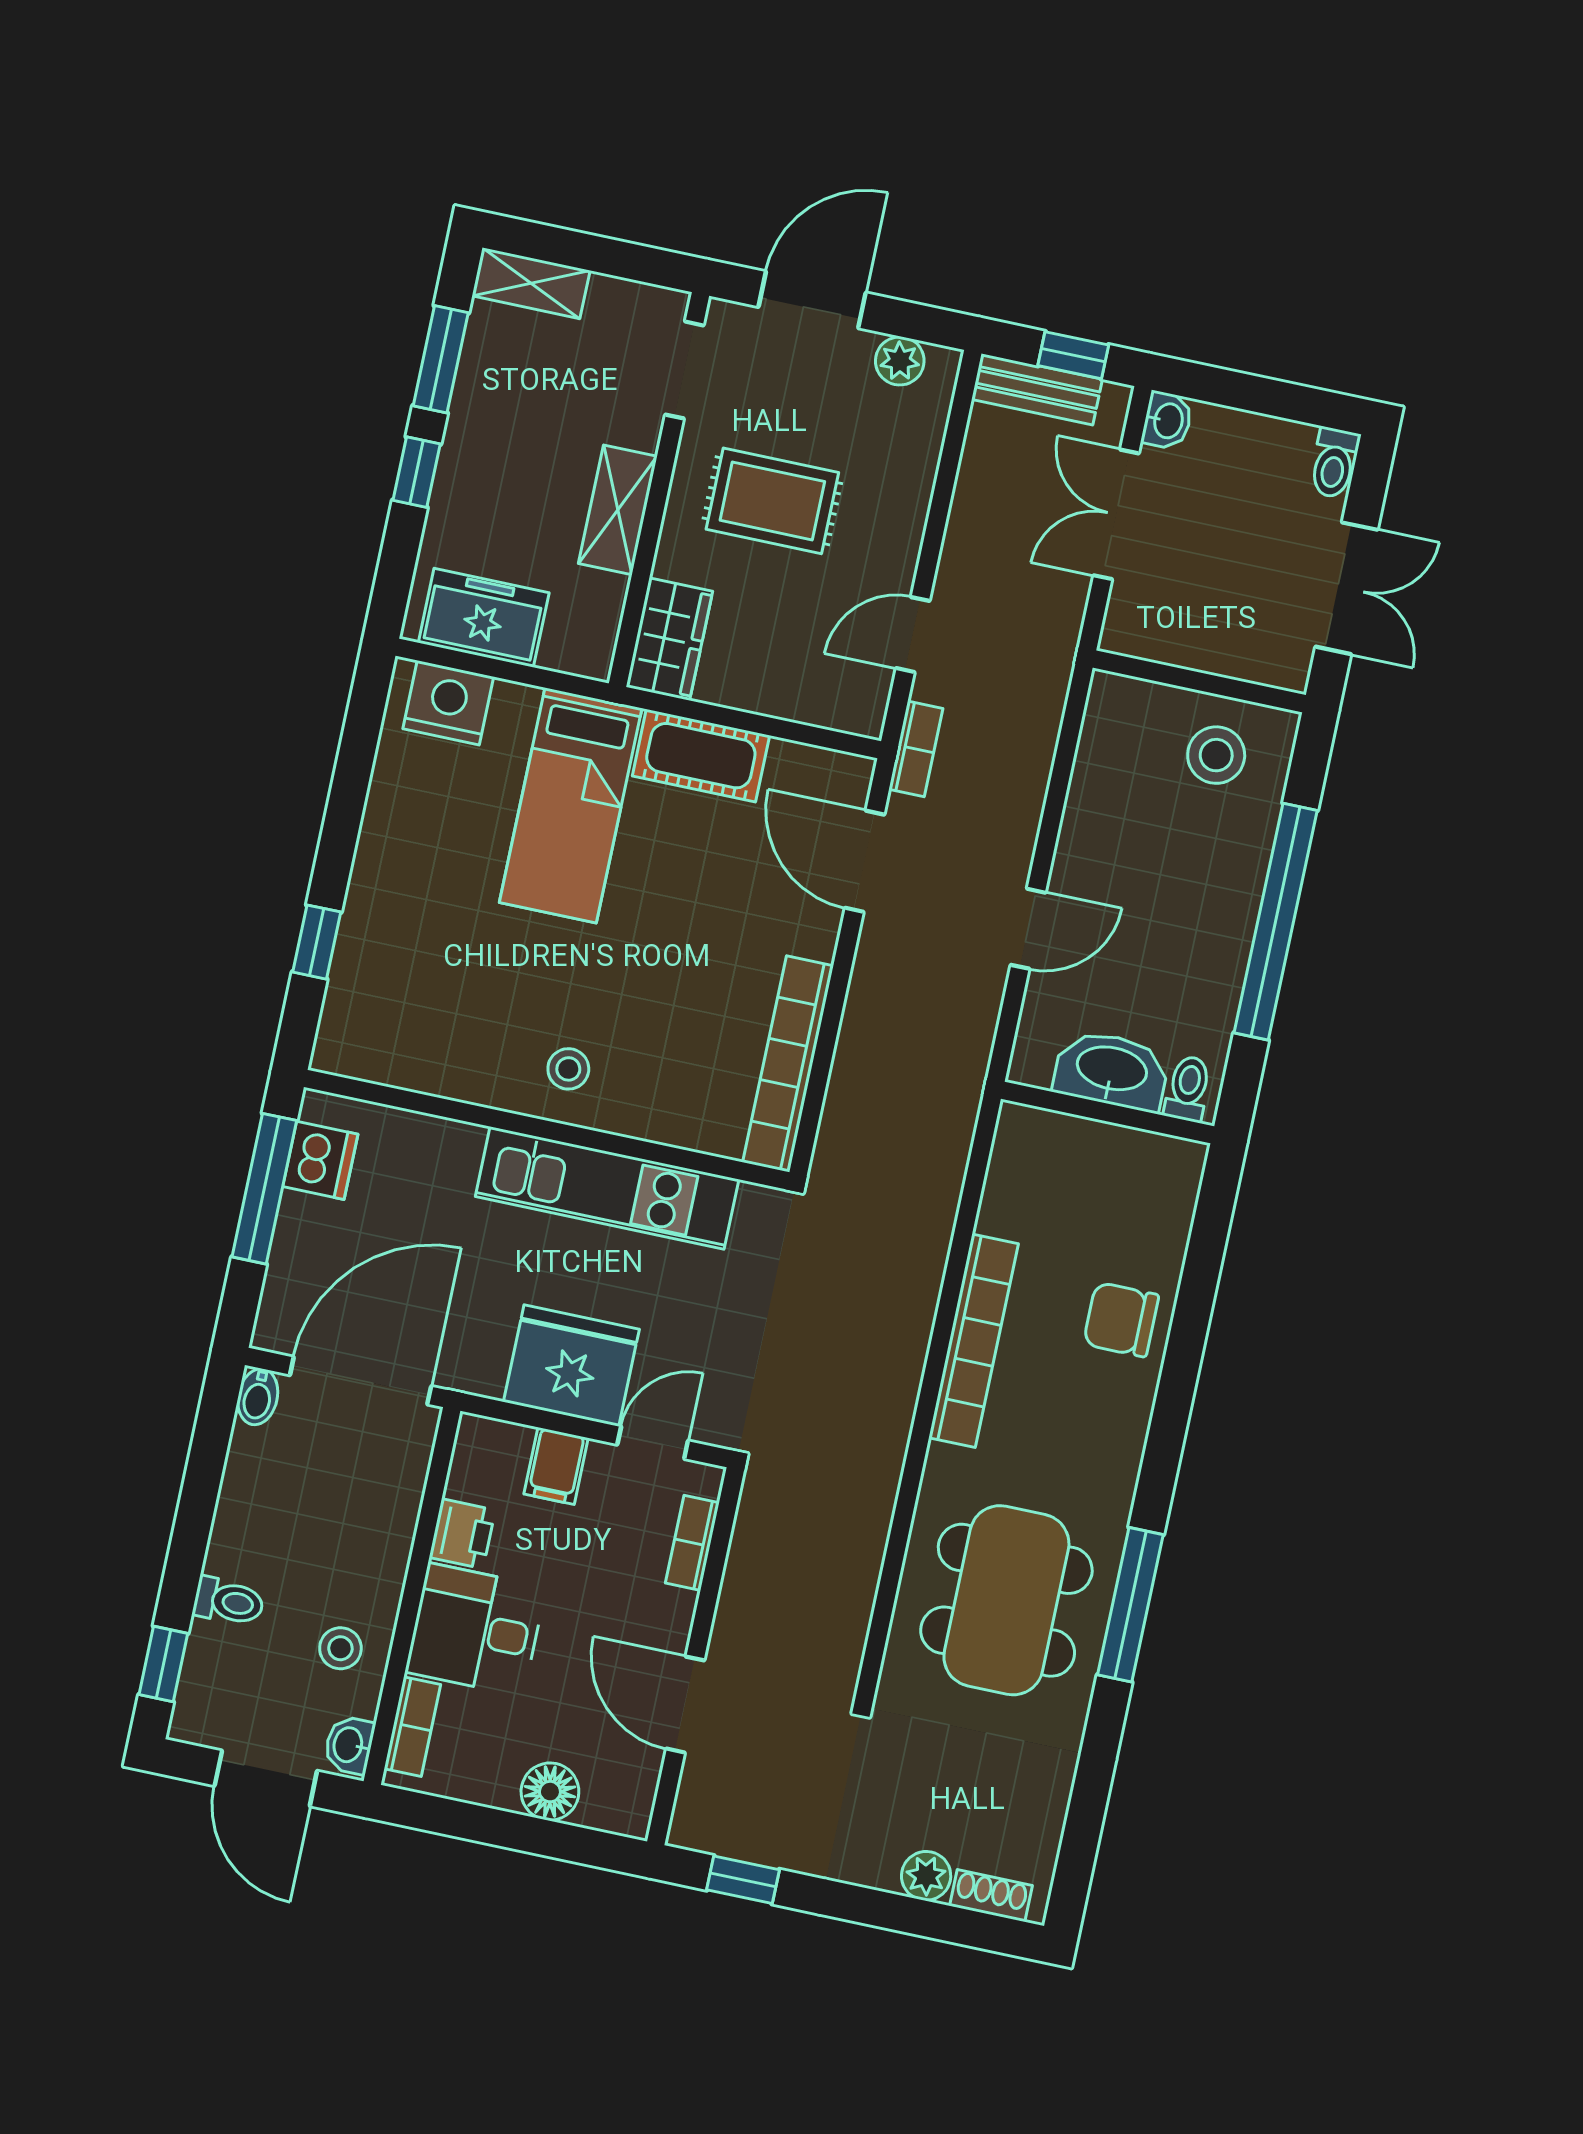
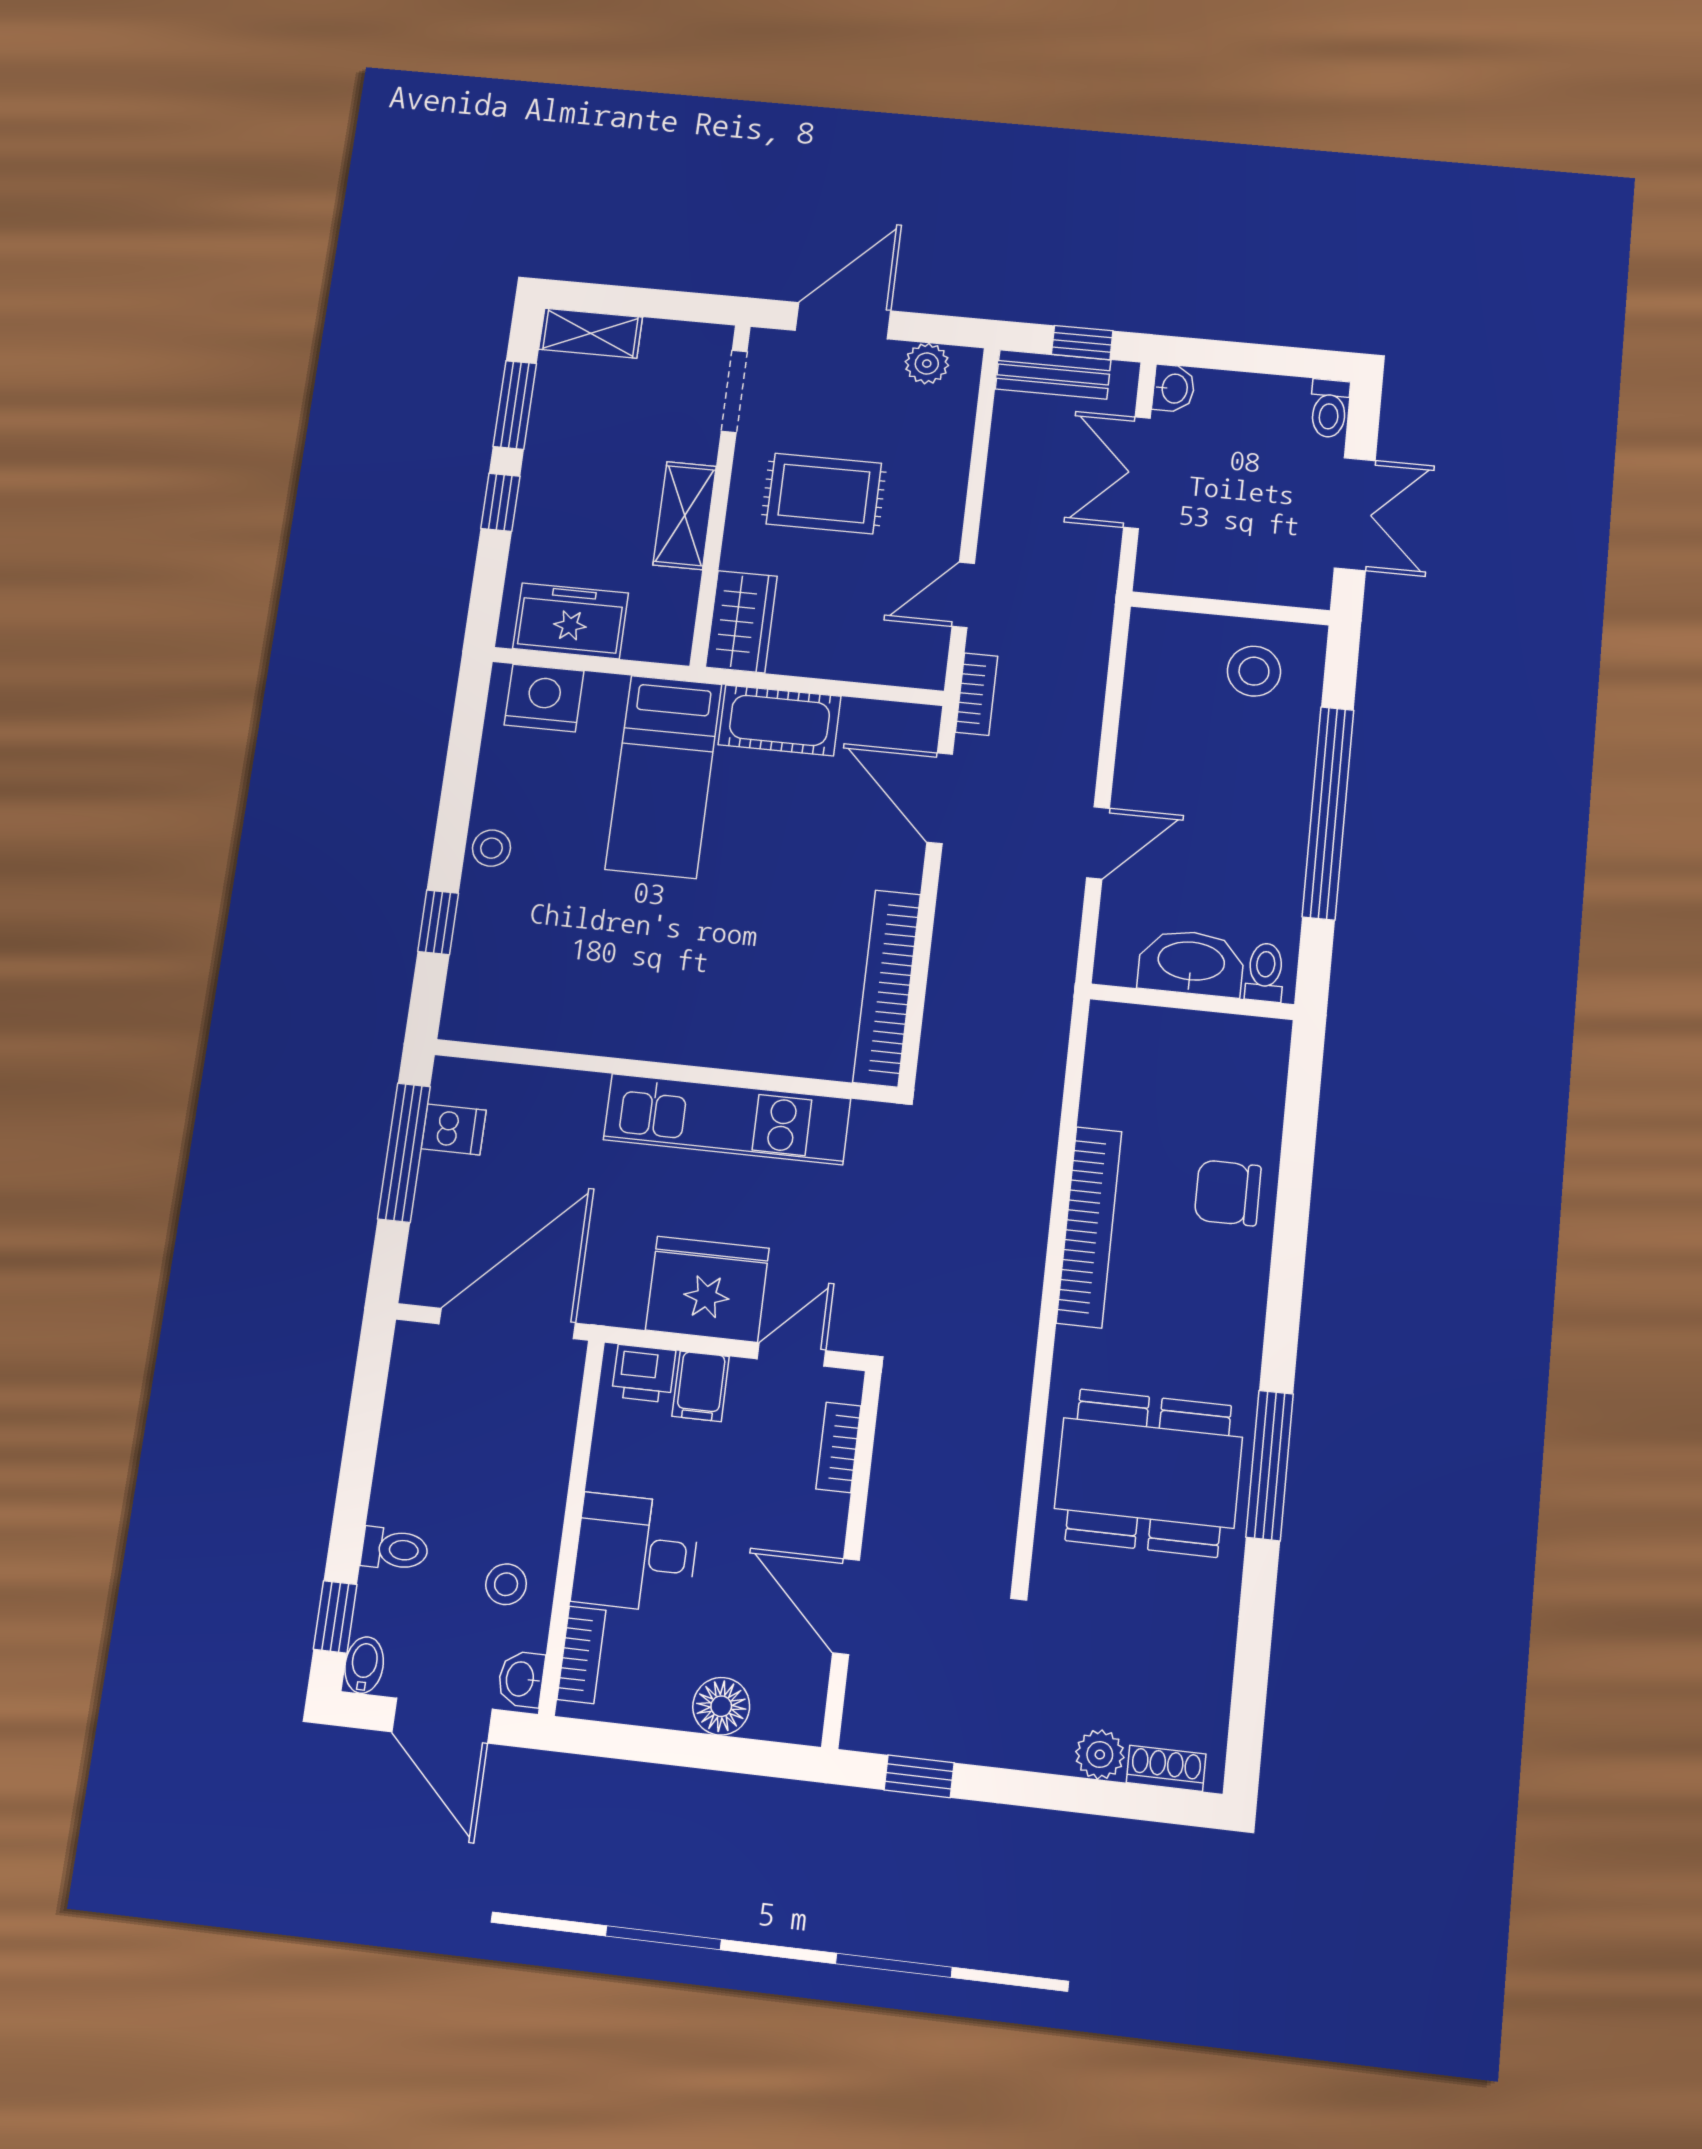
stool: (568, 1069) -> (491, 848), moved
dishwasher: (320, 1160) -> (454, 1130), width x0.73
bidet: (258, 1397) -> (364, 1665), moved, turned 180
printer: (462, 1534) -> (644, 1374), moved, turned 90
dining table: (1006, 1600) -> (1148, 1473), turned 90

